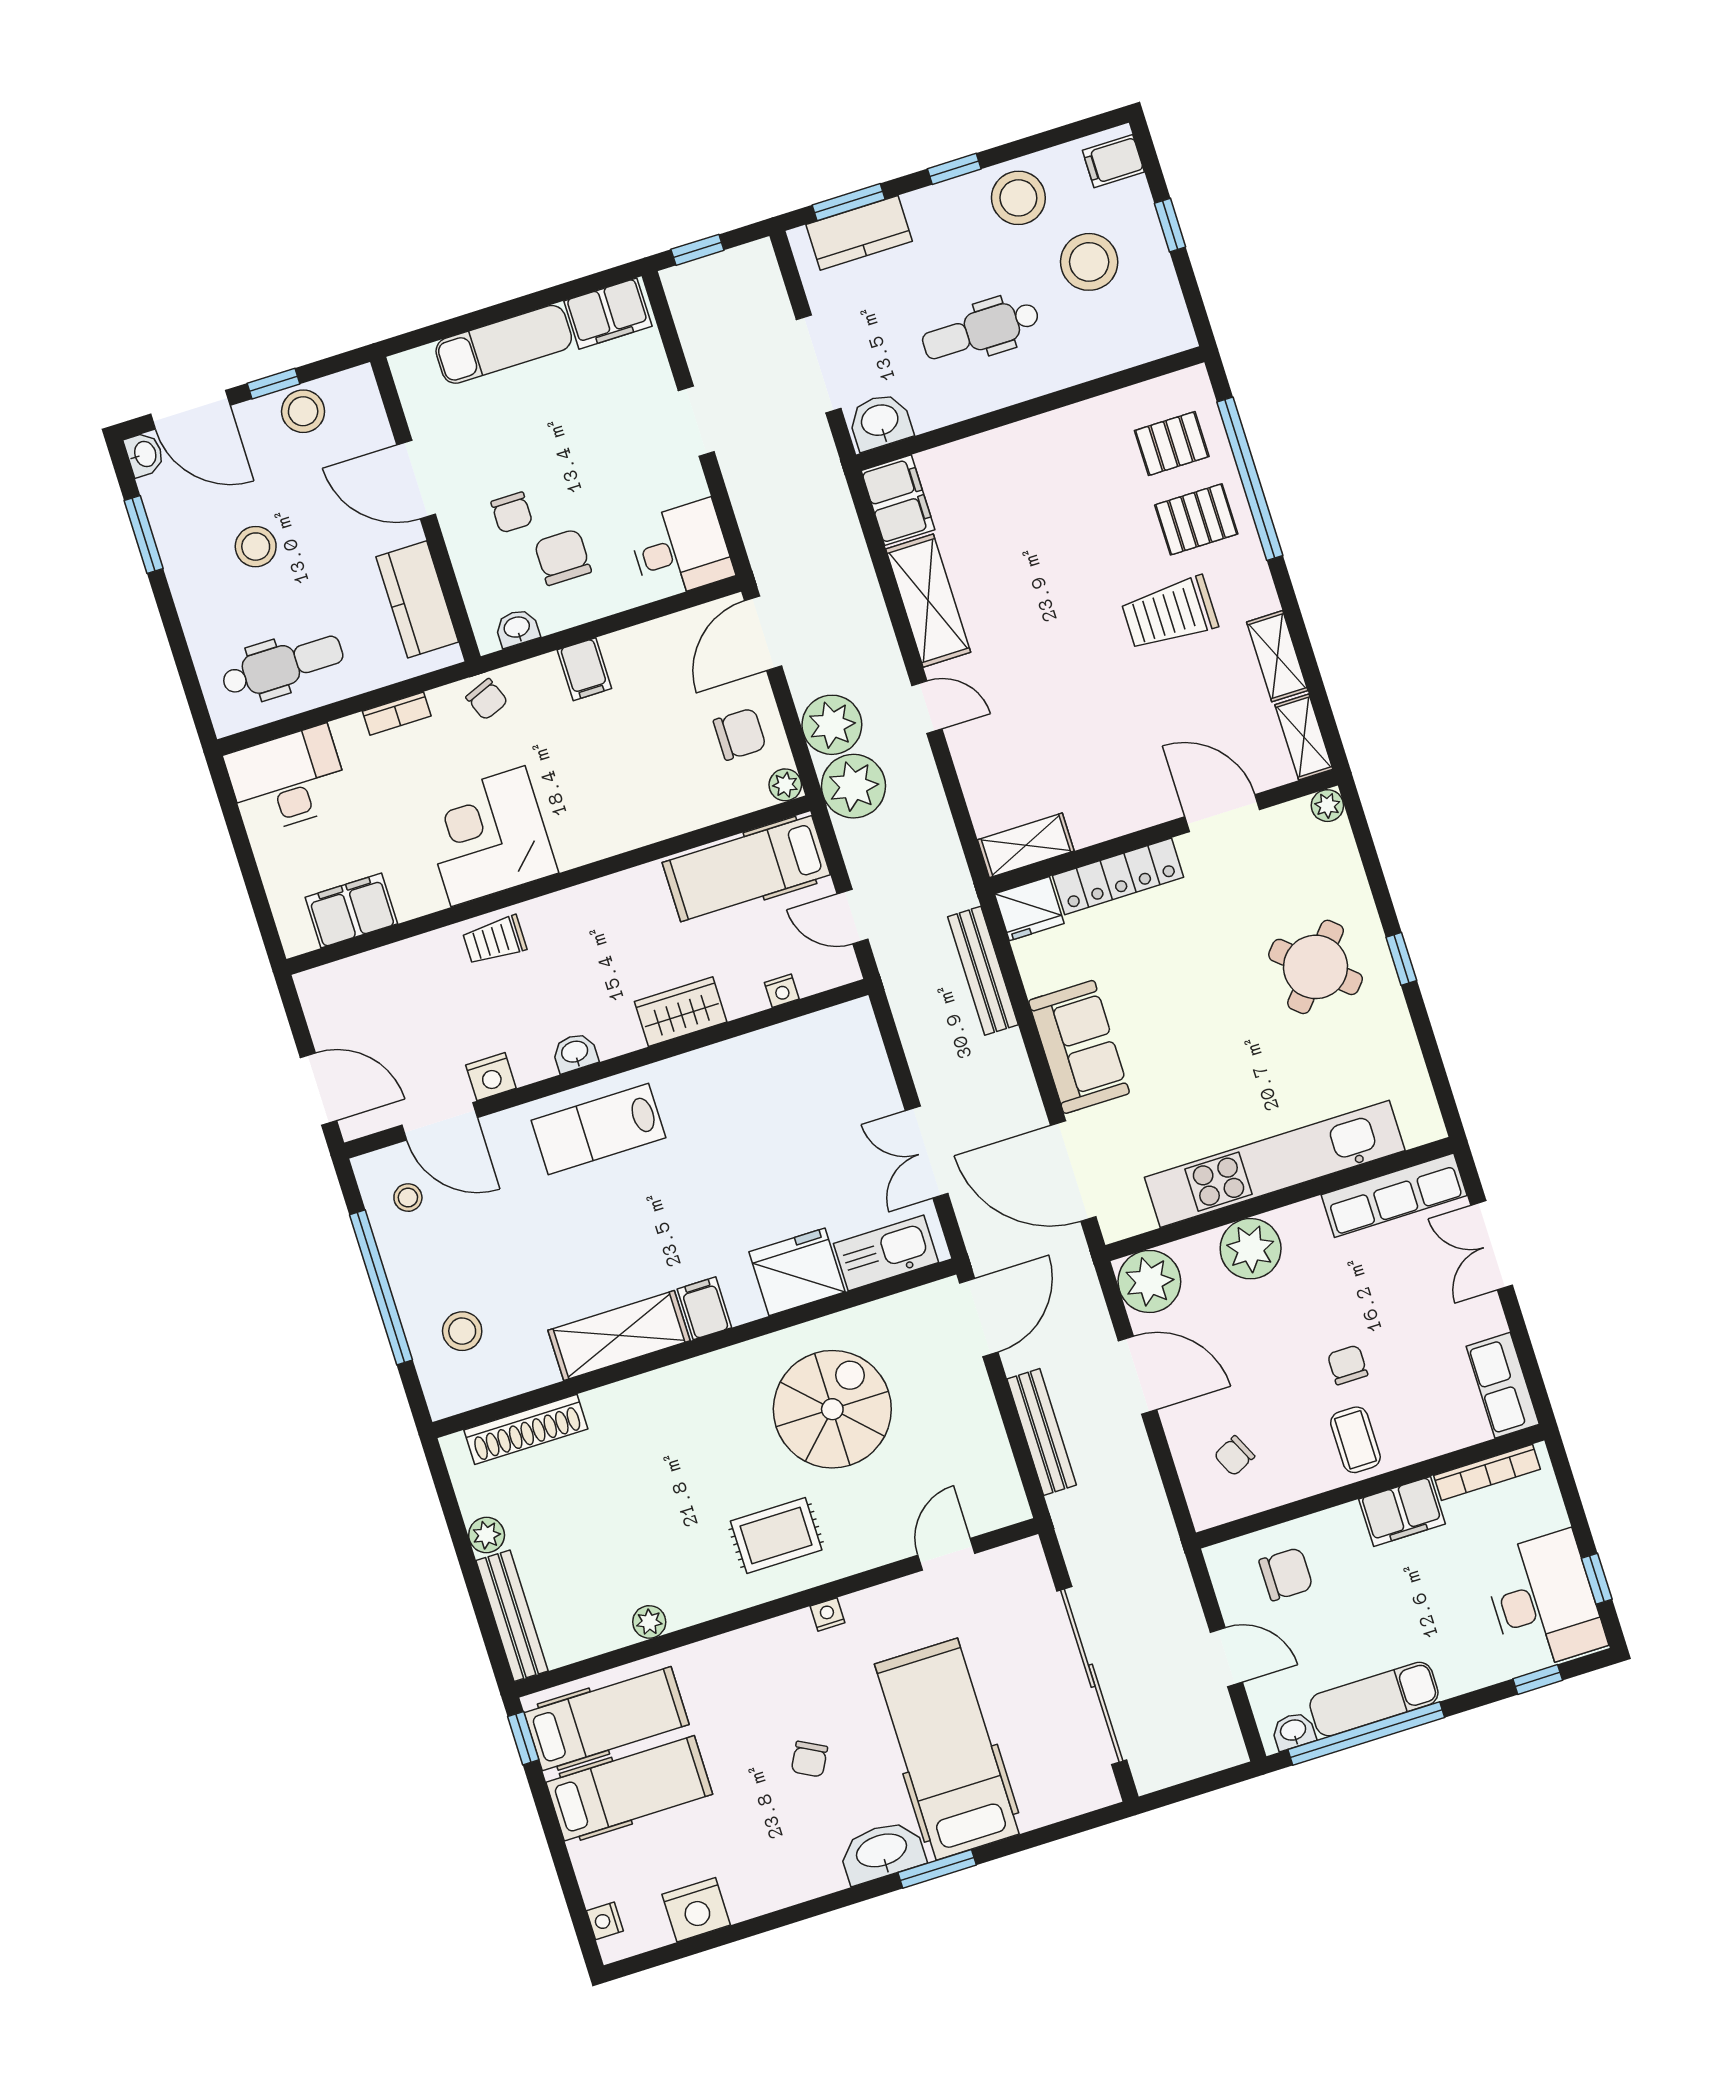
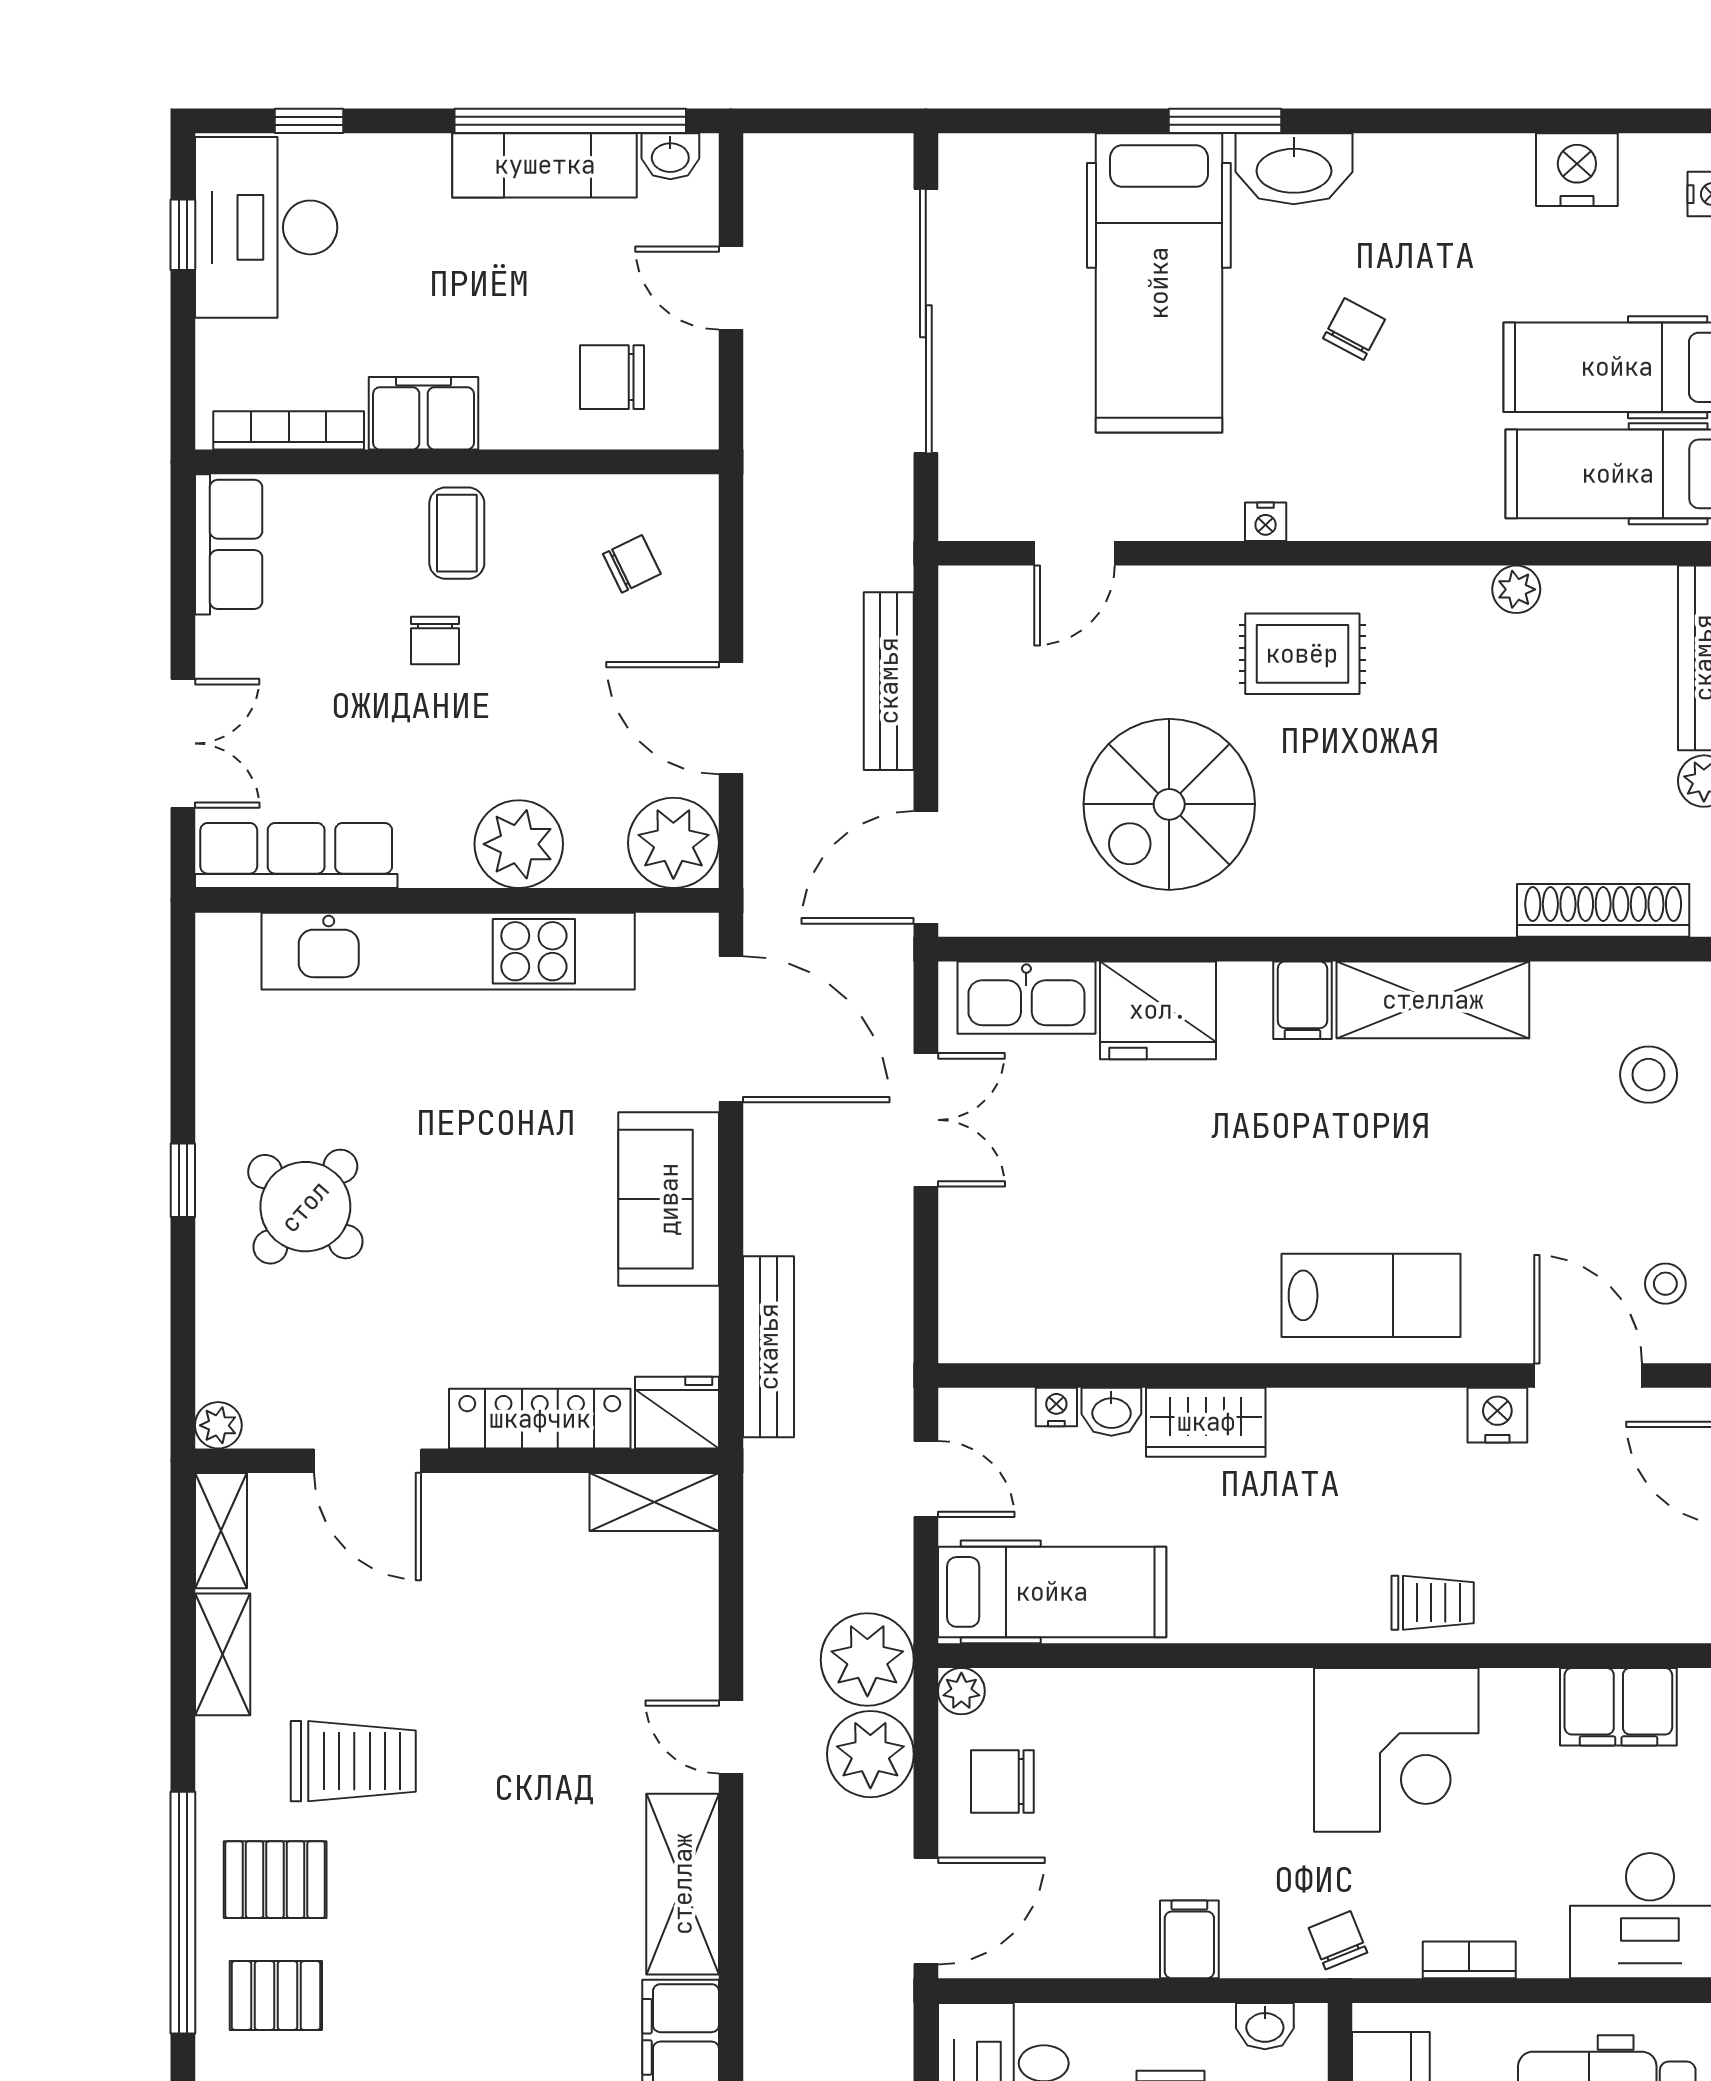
washbasin: (575, 1053) -> (1111, 1412), moved

